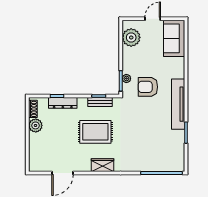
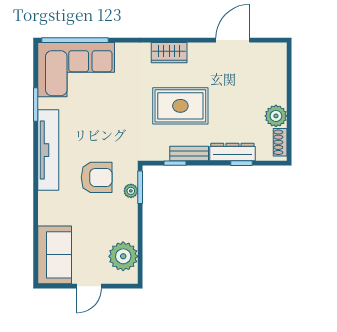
bench: (100, 102) -> (189, 154), moved
corner sofa: (161, 154) -> (76, 70), added

